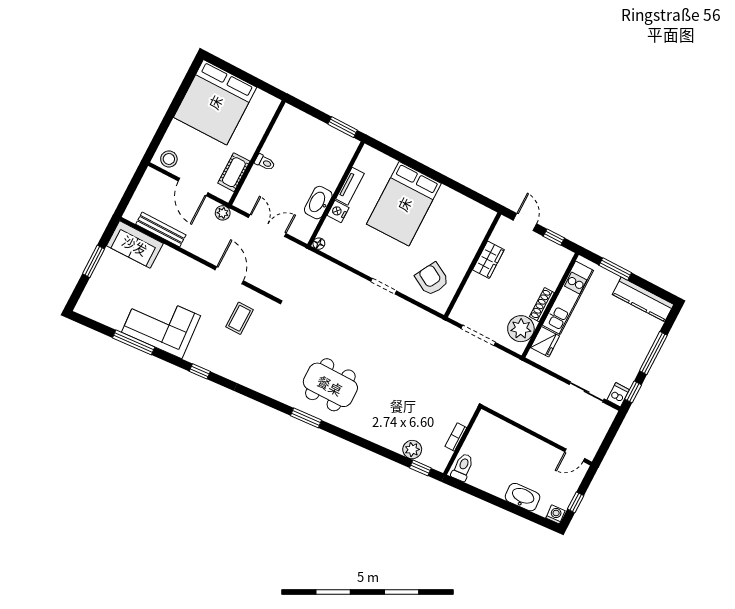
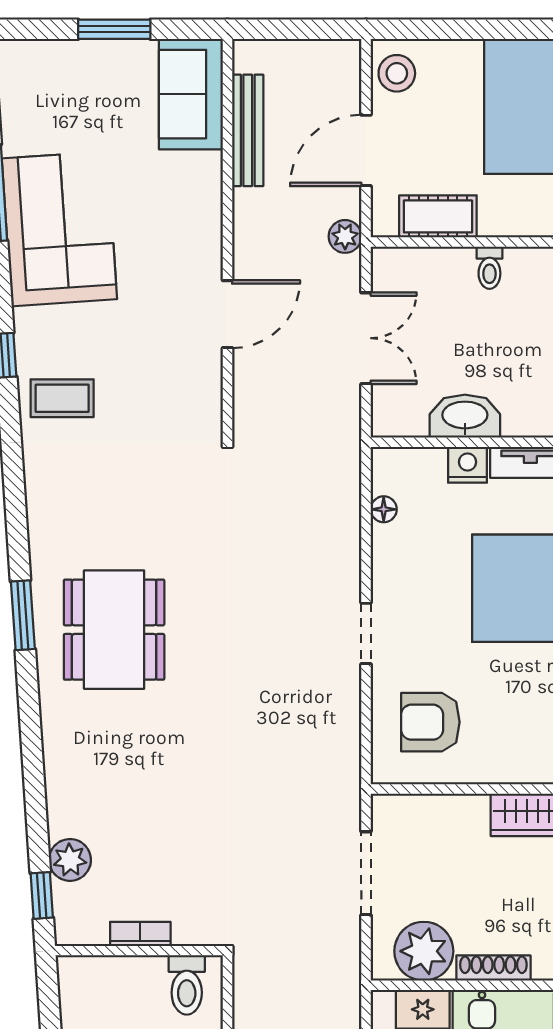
floor lamp: (319, 244) -> (384, 509), moved
armchair: (432, 279) -> (430, 722), turned -119
coffee table: (240, 318) -> (62, 398), moved
toilet: (463, 467) -> (187, 985), moved, turned 94

